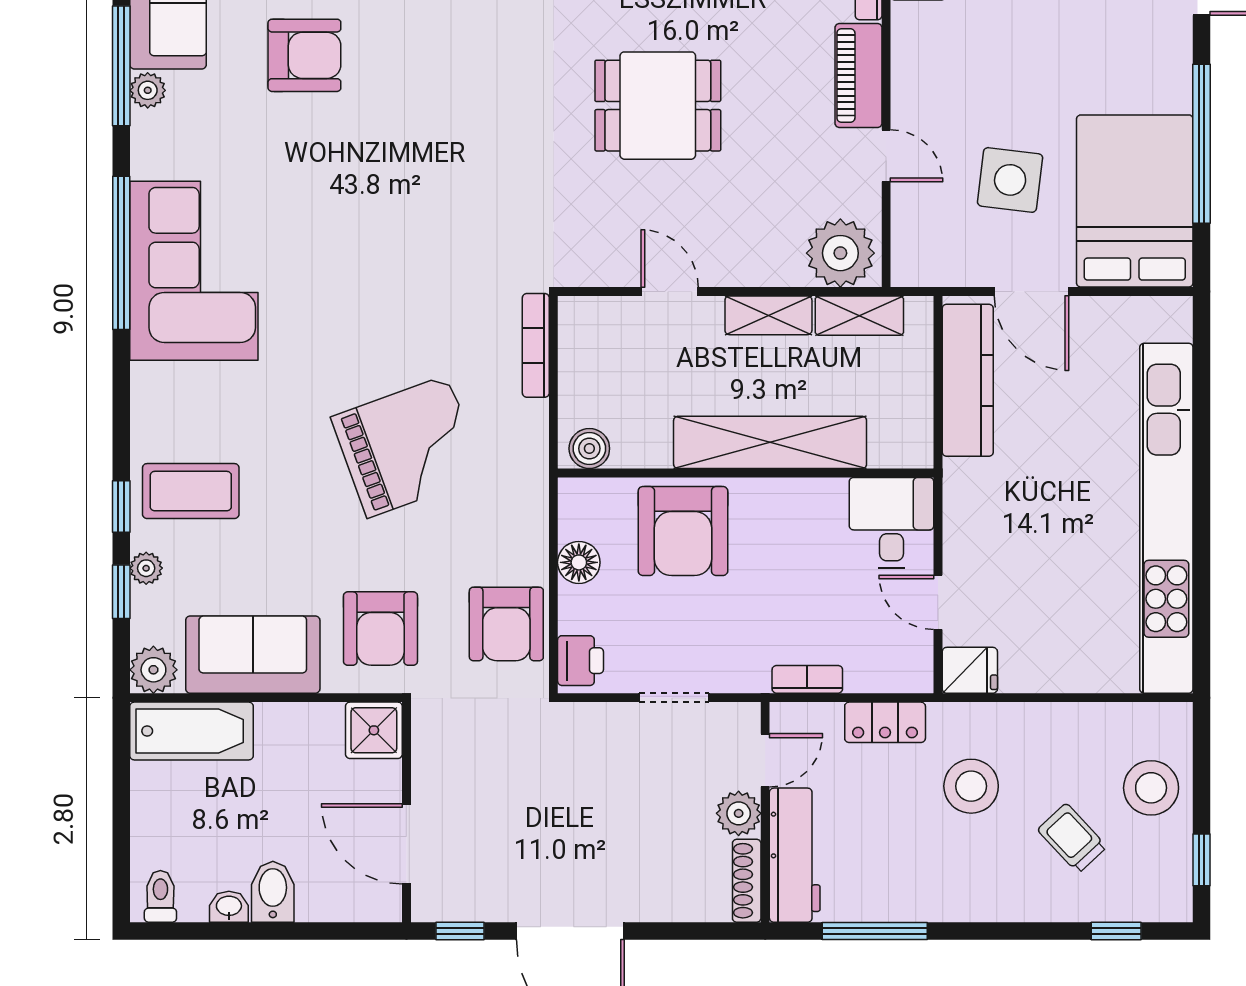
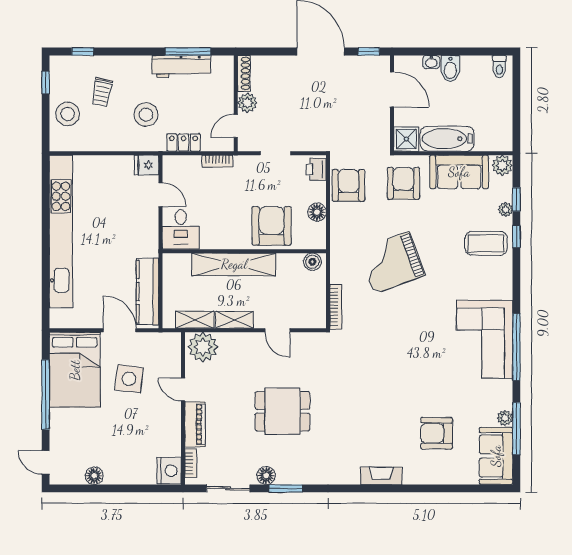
bathtub: (191, 731) -> (447, 139), moved
trolley: (1072, 838) -> (102, 92), turned 54
workbench: (795, 855) -> (181, 66), moved, turned -90
washbasin: (229, 907) -> (431, 62), moved

